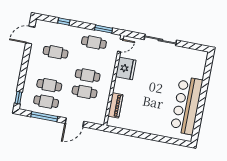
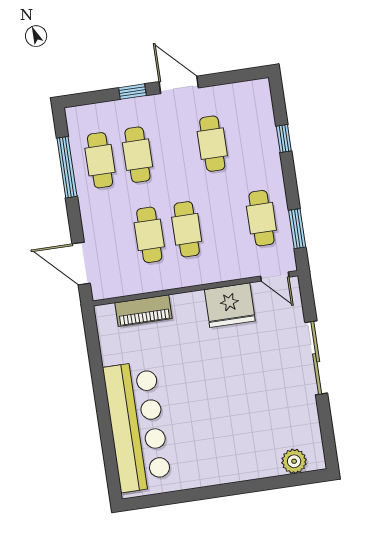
door: (30, 35) -> (179, 85), moved
plant: (200, 64) -> (294, 461), added
window: (18, 98) -> (132, 92), moved
bar counter: (187, 105) -> (137, 426), moved, turned 90
door: (75, 122) -> (81, 264), moved

